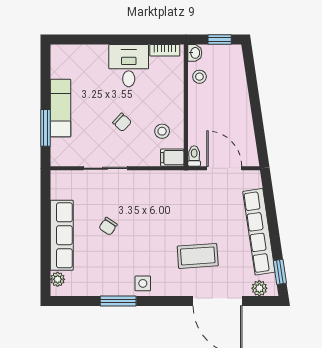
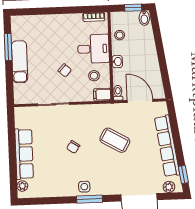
washbasin: (195, 53) -> (117, 62), moved
bidet: (234, 54) -> (144, 18), added
desk: (129, 66) -> (93, 49), moved, turned 90
window: (45, 128) -> (8, 47), moved
chair: (108, 226) -> (73, 147), moved
coffee table: (198, 256) -> (115, 140), moved, turned 34
window: (118, 301) -> (89, 199), moved

